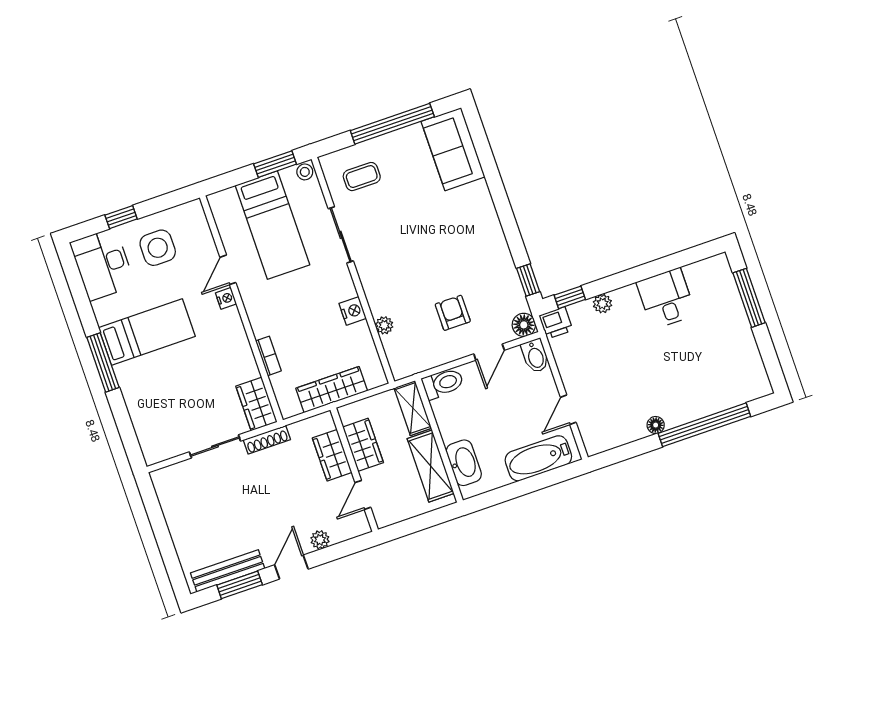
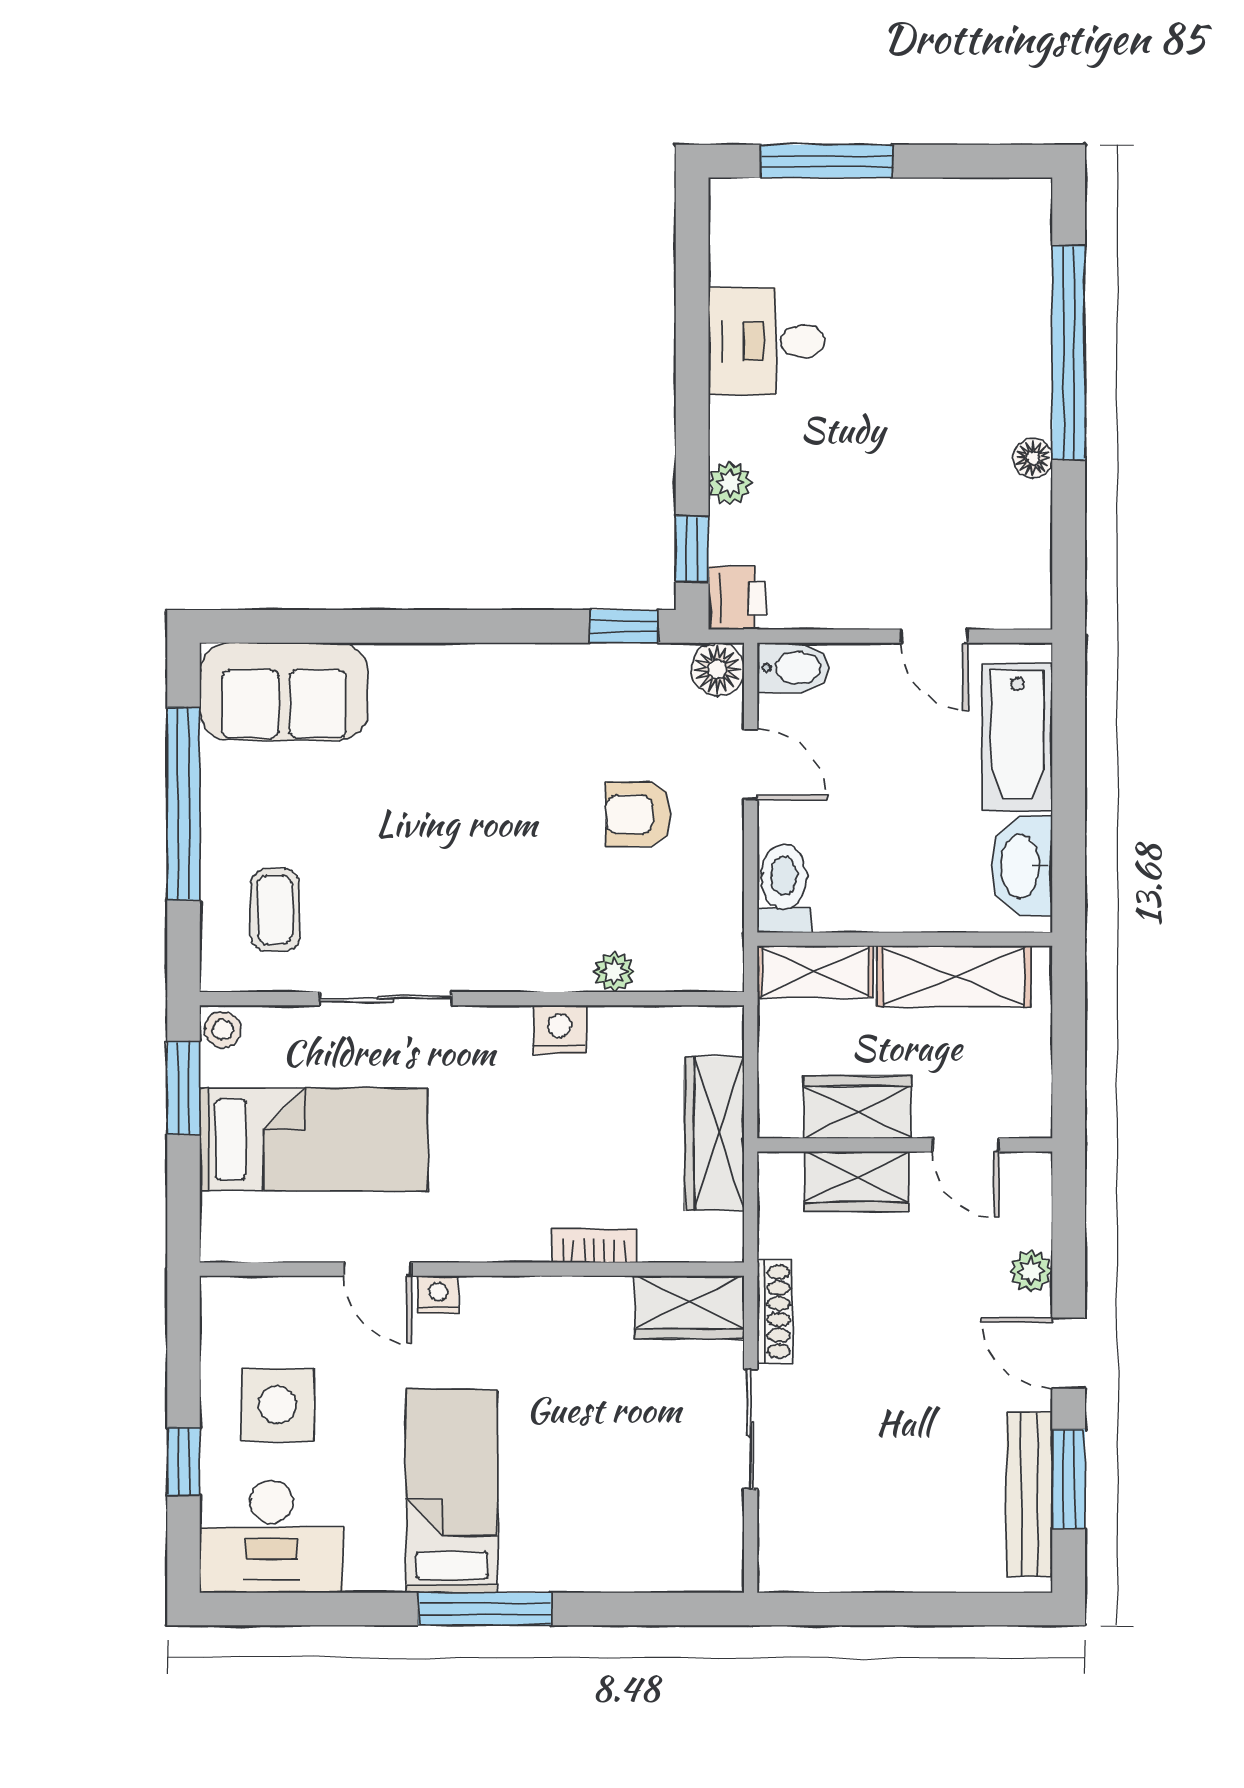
washbasin: (464, 463) -> (1022, 866), moved, turned -90

